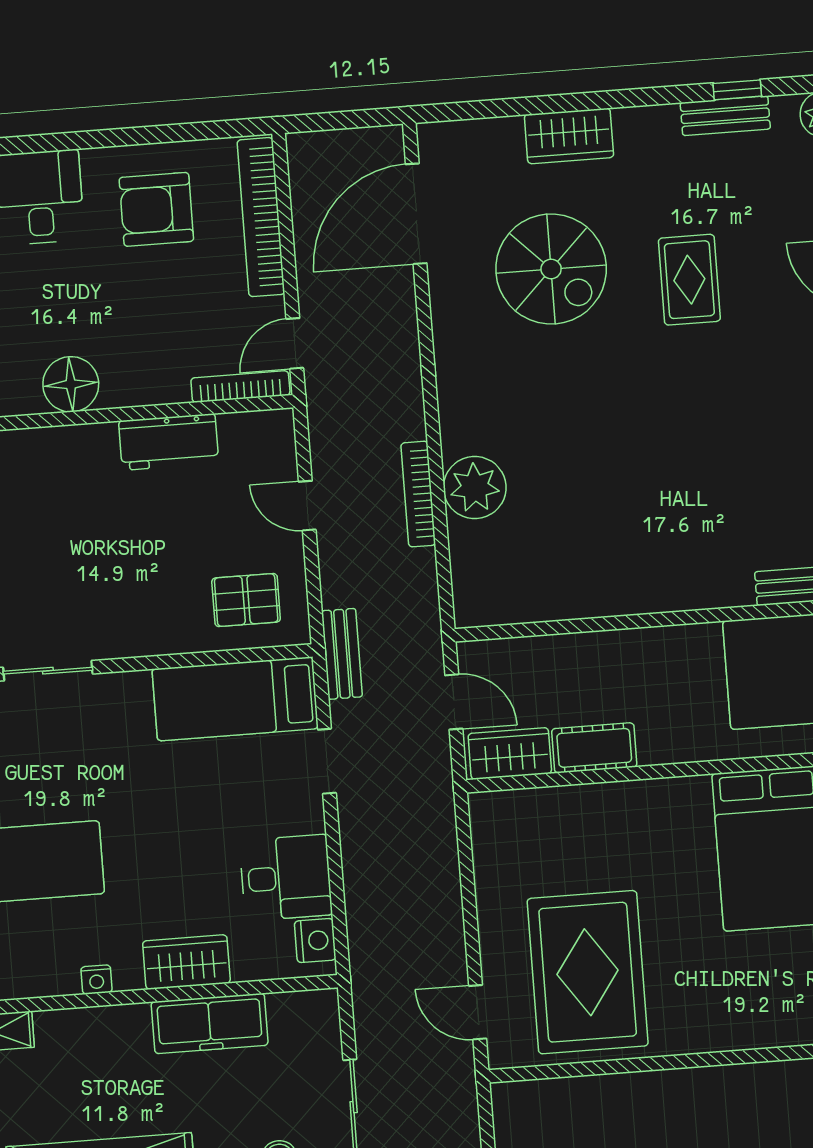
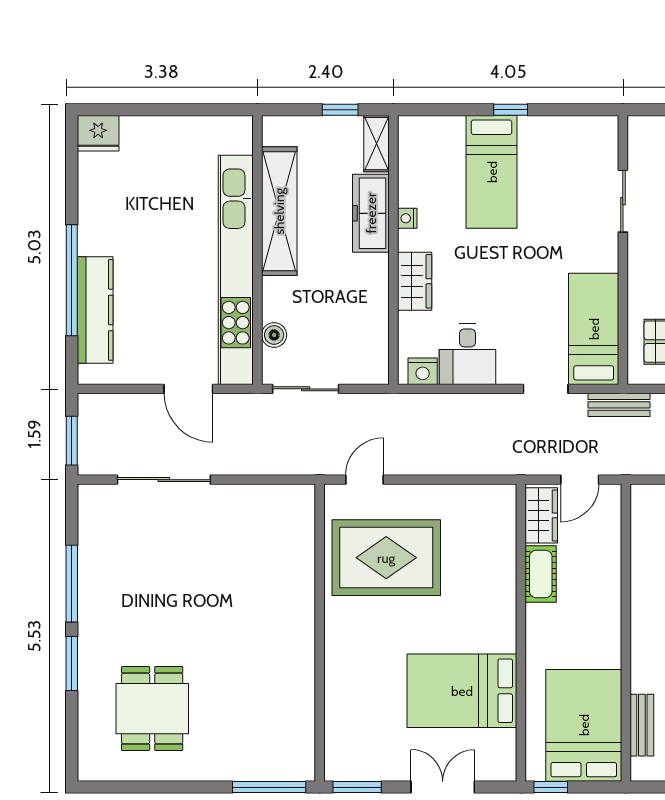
freezer: (210, 1023) -> (371, 213), moved

